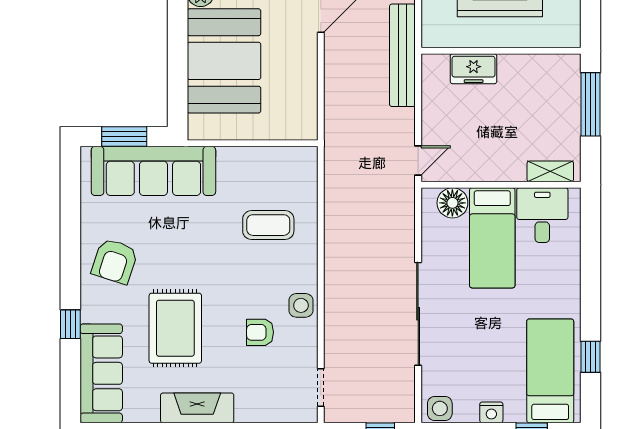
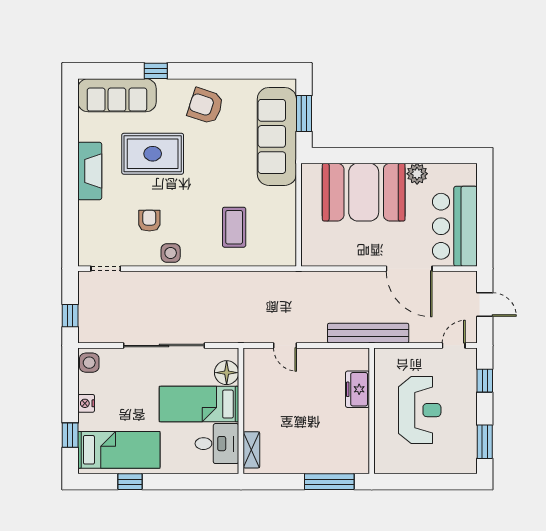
shelving: (550, 171) -> (251, 450), moved
wall: (501, 185) -> (241, 411), moved
floor lamp: (452, 203) -> (227, 373), moved
desk: (542, 215) -> (217, 444), moved
bed: (492, 238) -> (199, 404), moved

